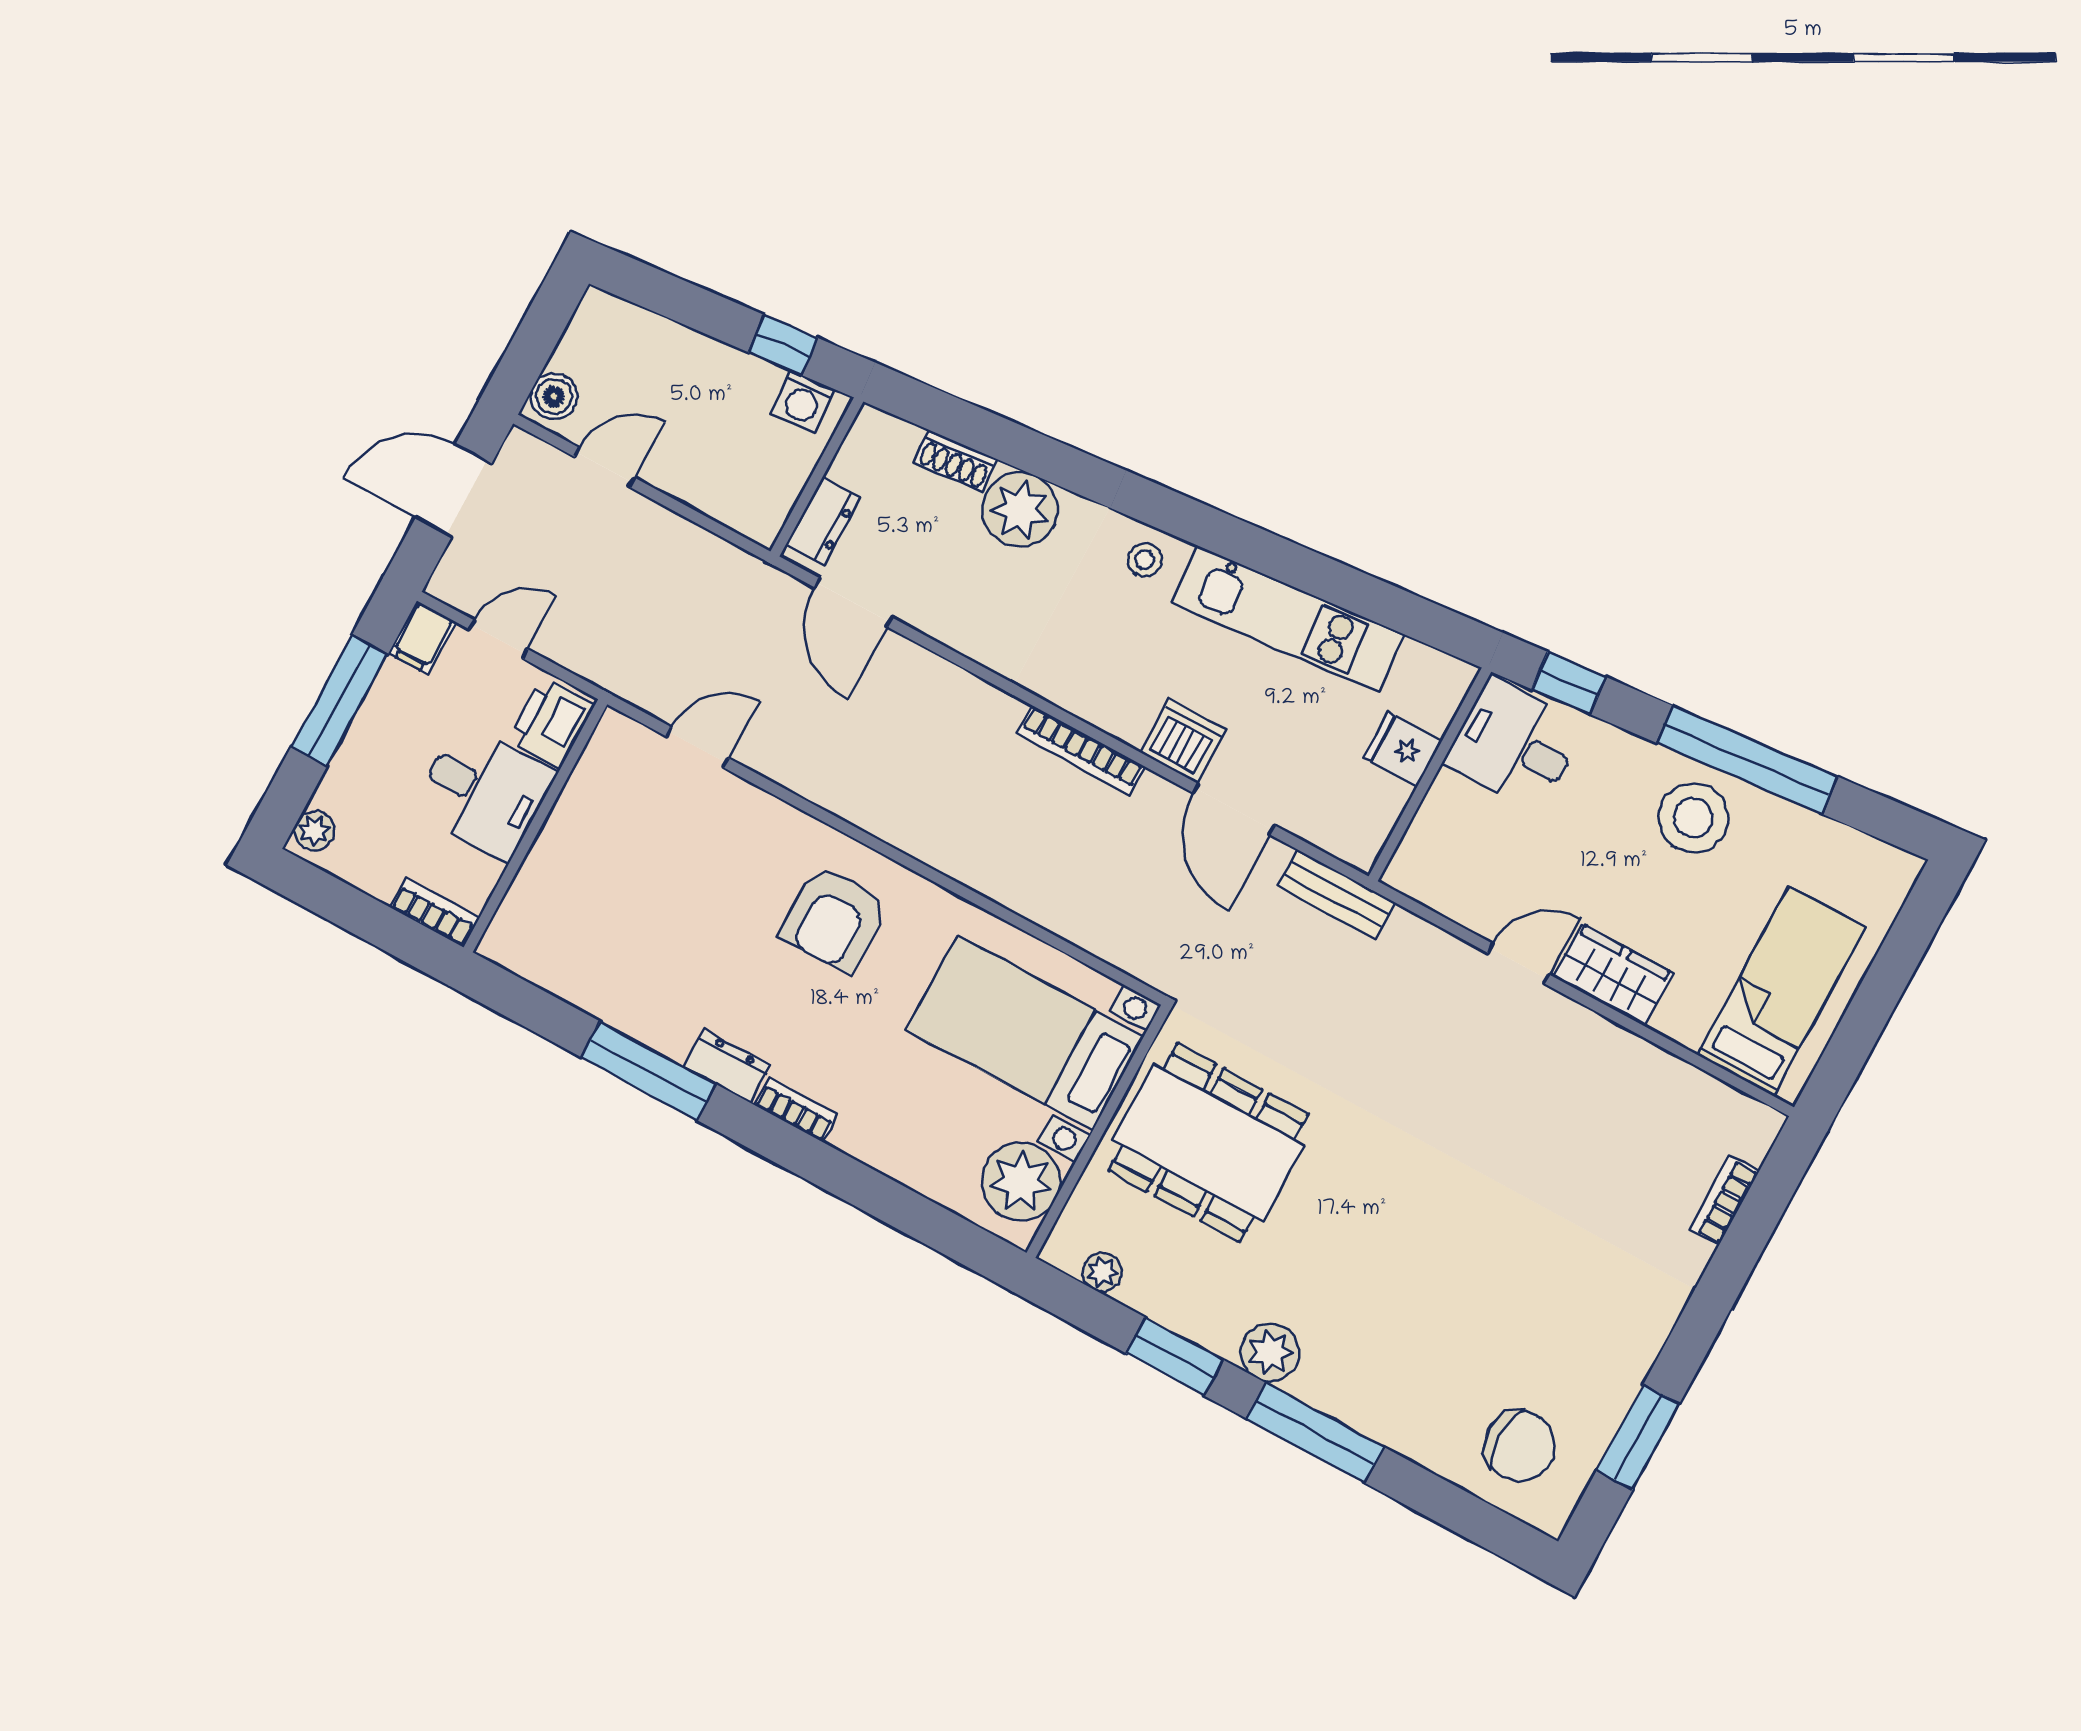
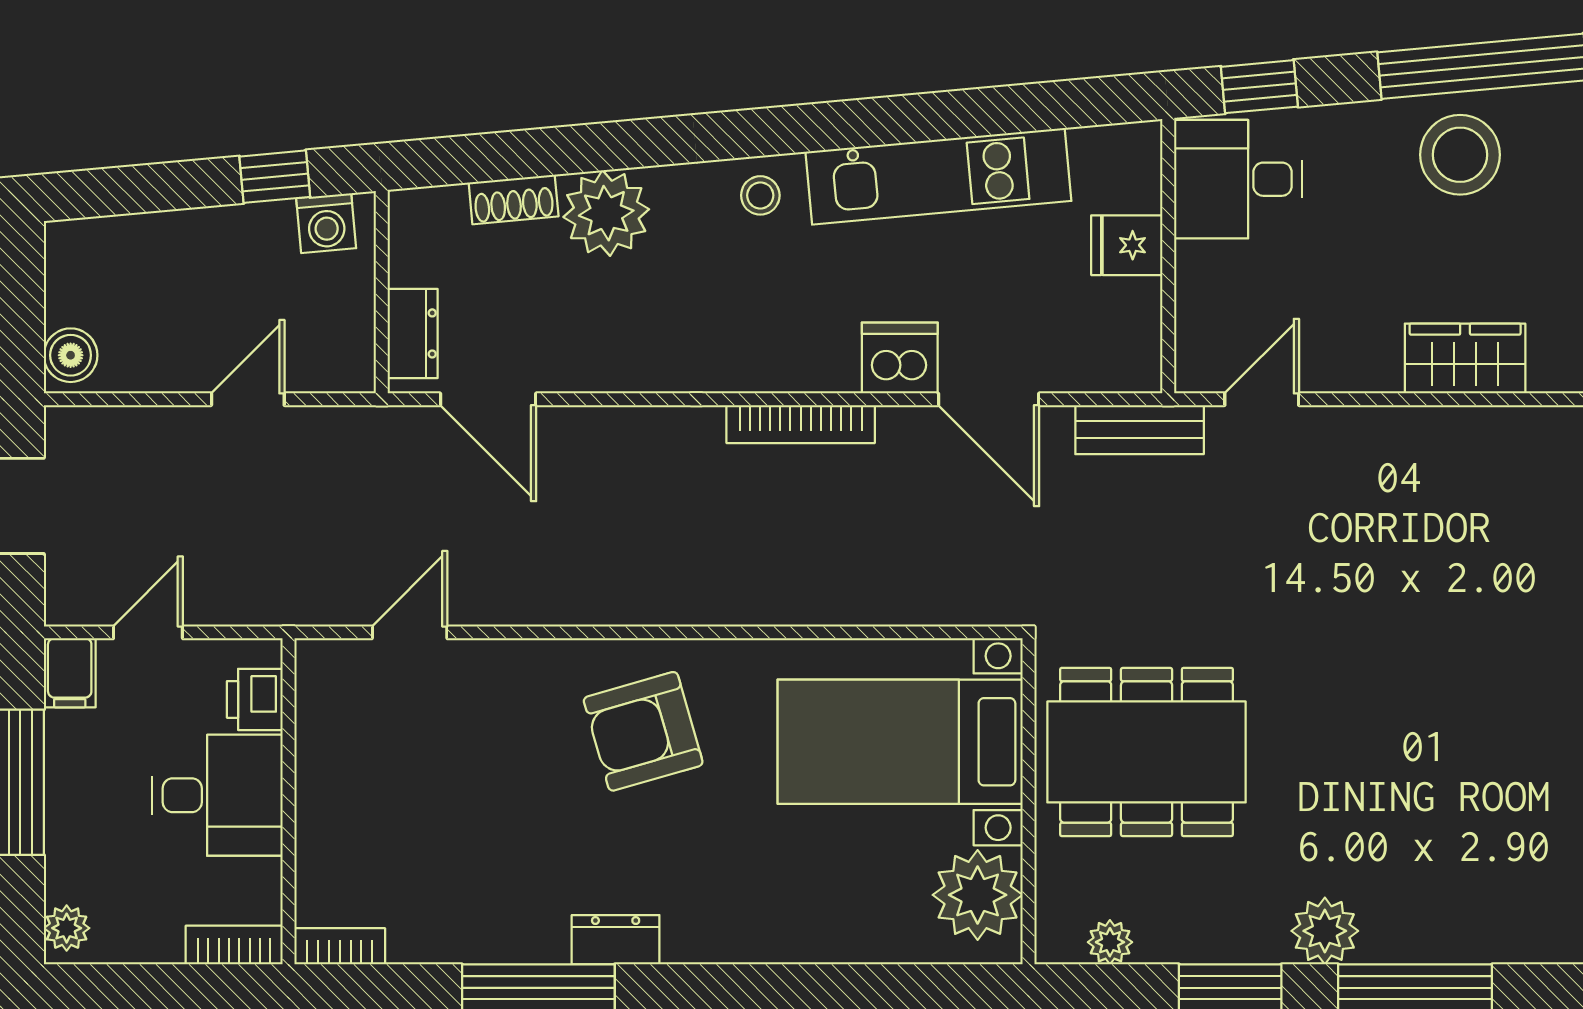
door: (605, 467) -> (248, 399), moved
printer: (551, 723) -> (255, 699), width x0.73, depth x0.81
armchair: (834, 919) -> (643, 731), turned 74
door: (1518, 964) -> (1262, 399), moved
bookcase: (796, 1110) -> (340, 946), moved

